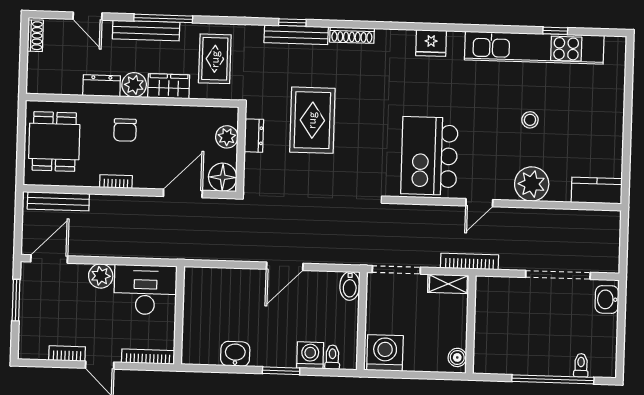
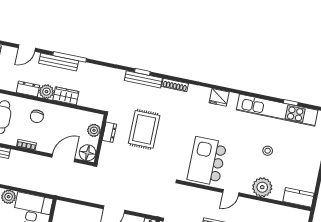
door: (87, 16) -> (27, 48), hinge flipped
rug: (215, 59) -> (95, 85), removed

